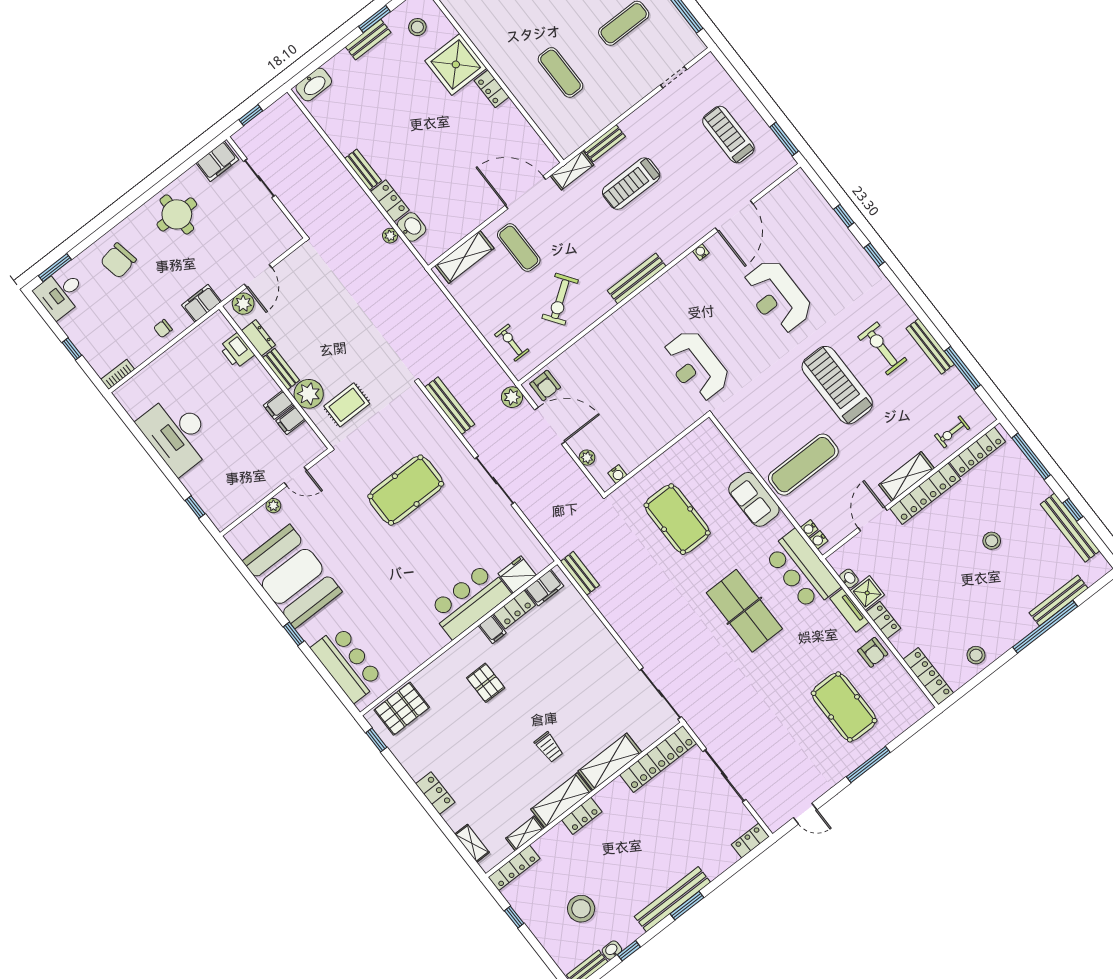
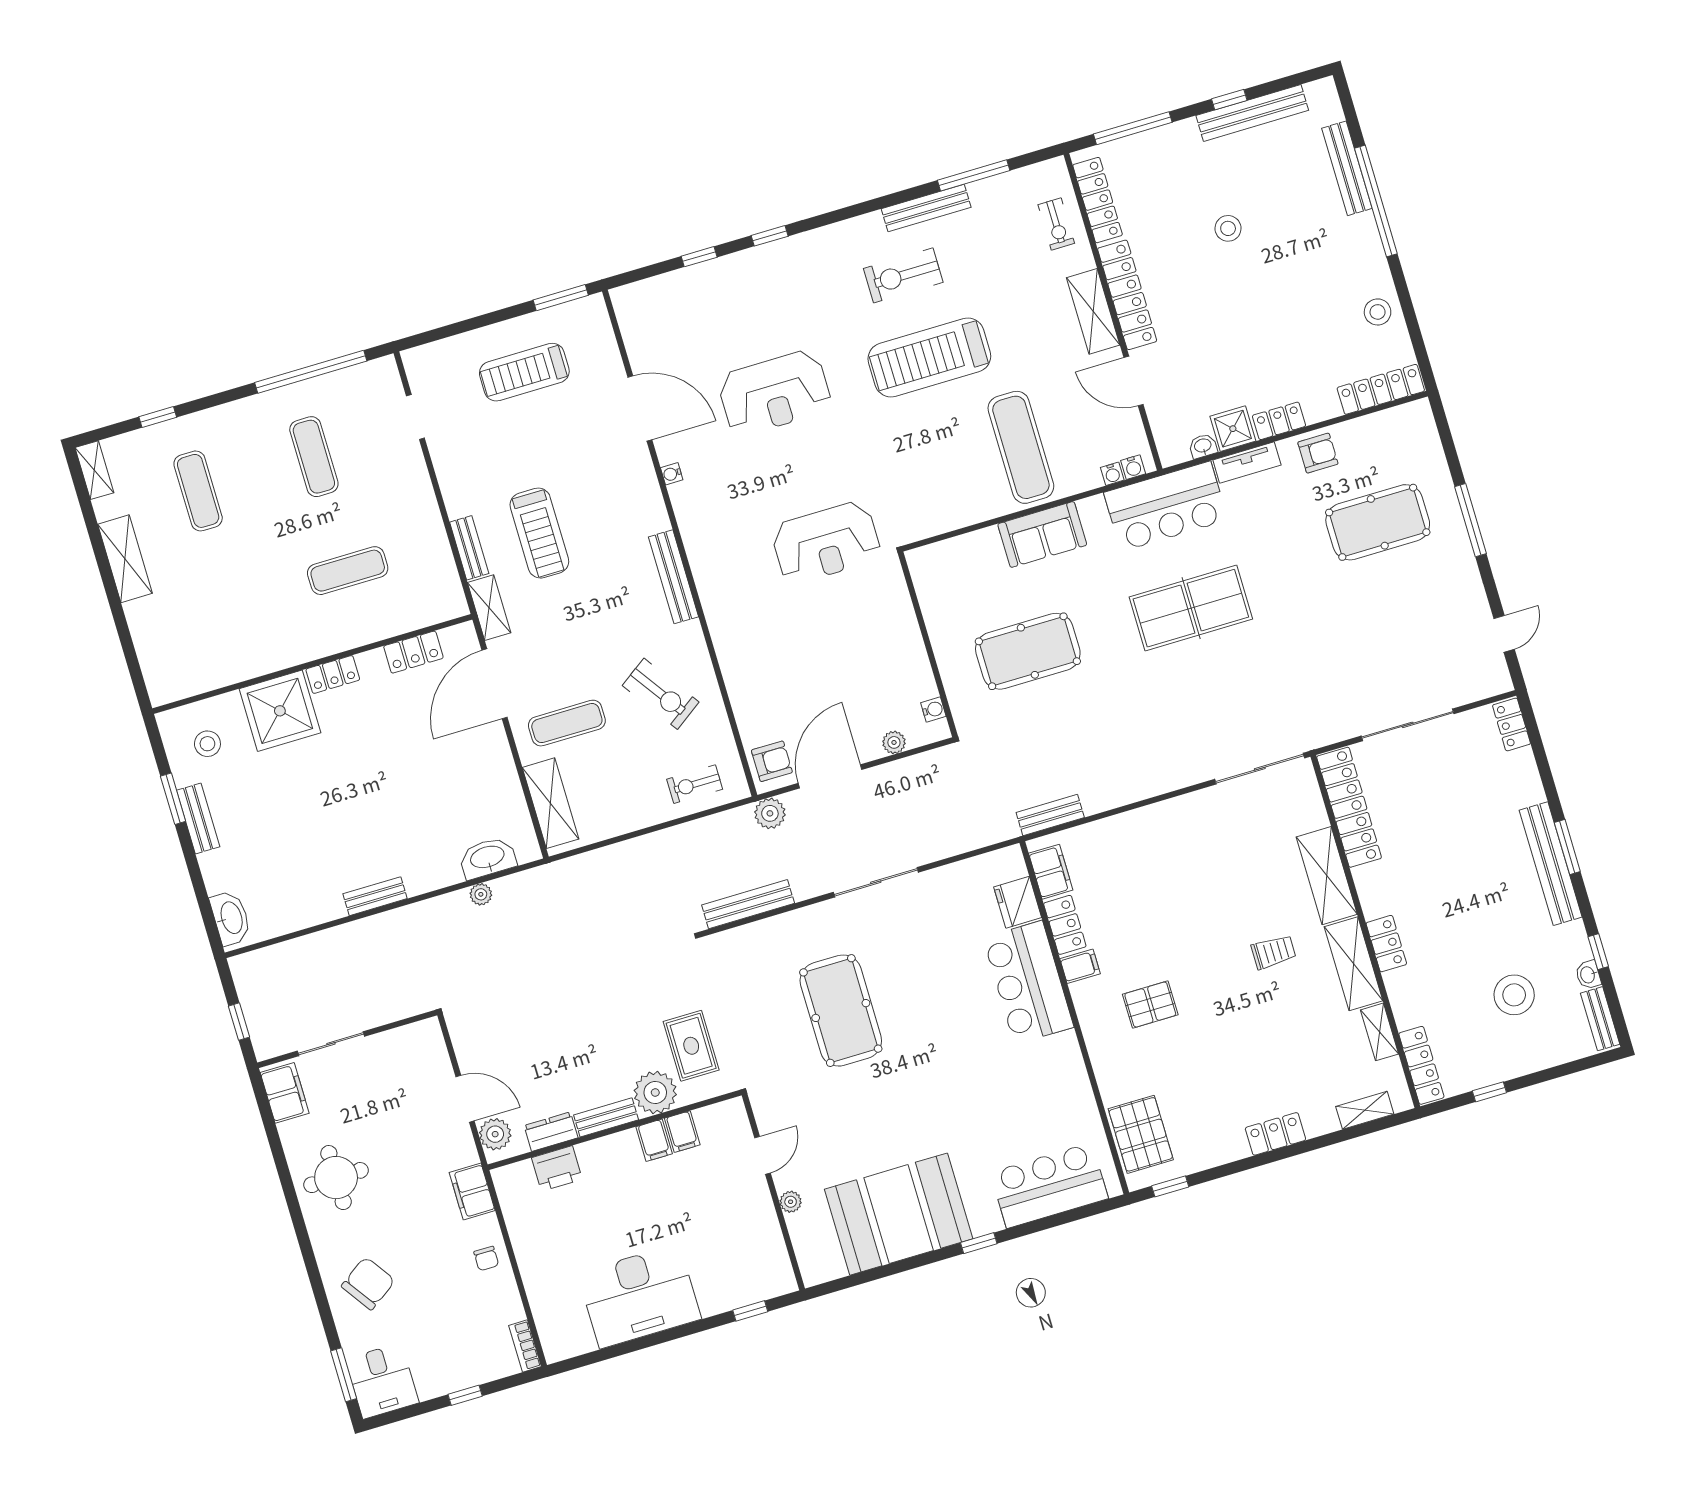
locker: (390, 201) -> (413, 652), moved, turned 180
washbasin: (412, 227) -> (488, 858), width x1.38
chair: (118, 261) -> (368, 1283), turned -114

